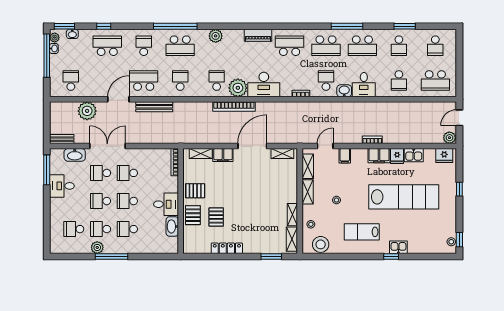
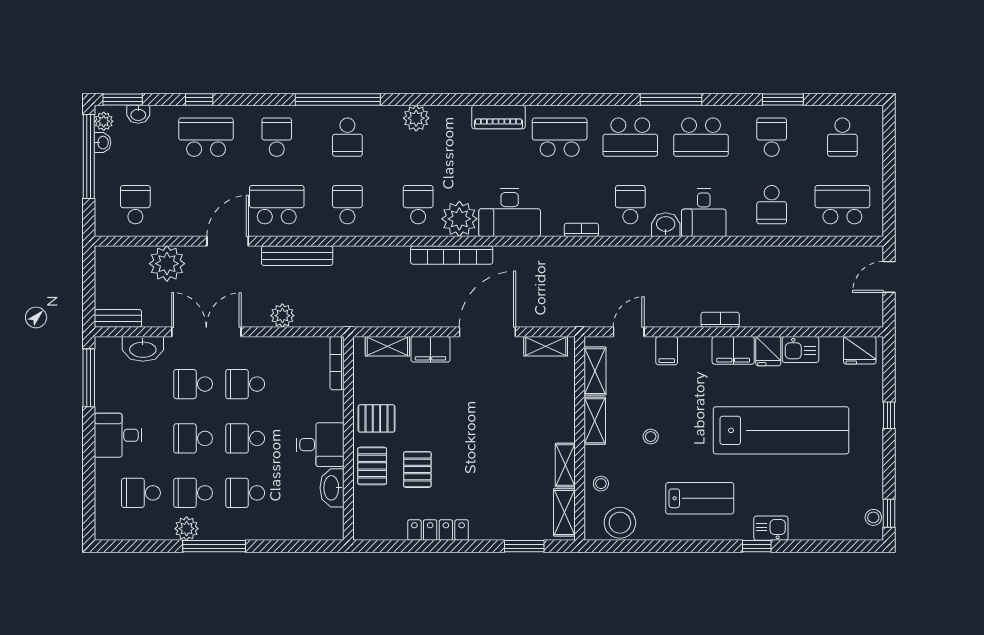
school desk: (180, 46) -> (347, 137), width x0.54
school desk: (399, 46) -> (772, 137), turned 180
school desk: (435, 81) -> (842, 205), turned 180
plant: (449, 138) -> (282, 316), moved
desk: (62, 186) -> (118, 435), moved
lab bench: (362, 232) -> (700, 498), turned 180

